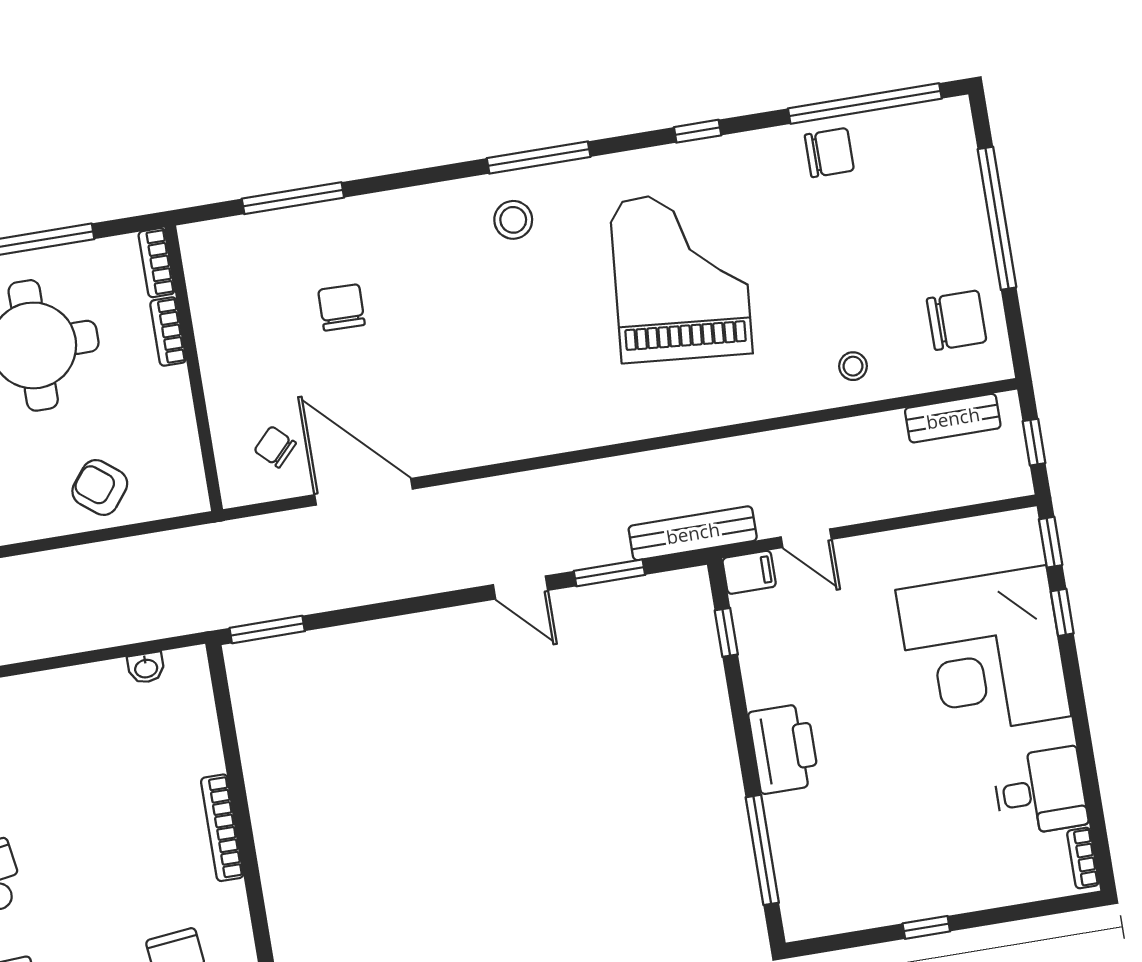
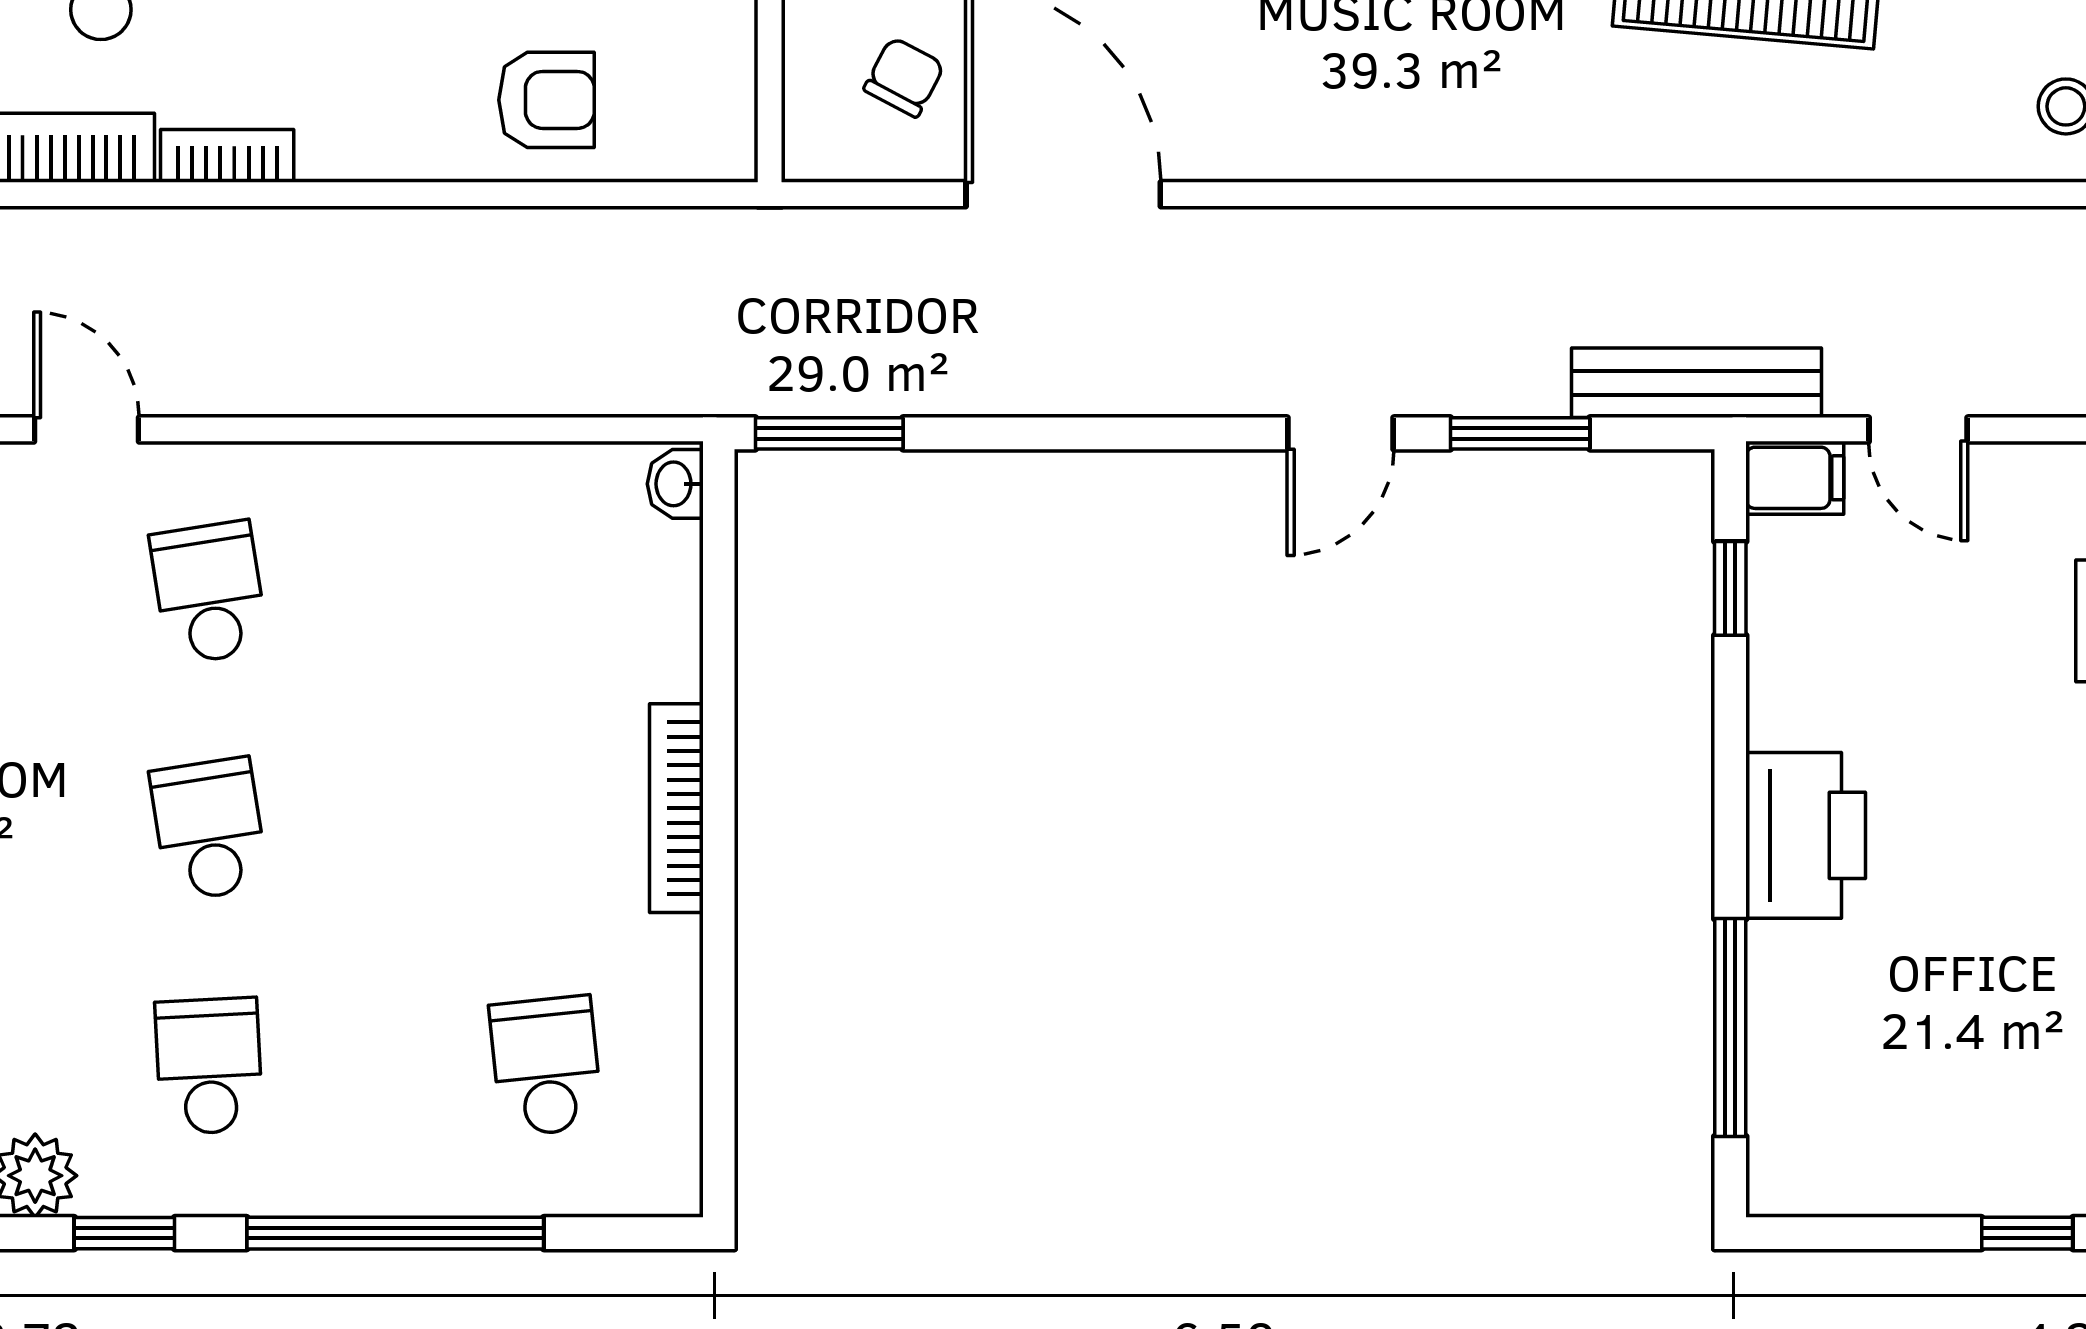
chair: (275, 447) -> (904, 77), turned 74
armchair: (100, 487) -> (547, 100), turned 142
door: (520, 588) -> (1341, 433), hinge flipped
washbasin: (146, 668) -> (675, 484), moved, turned 90

